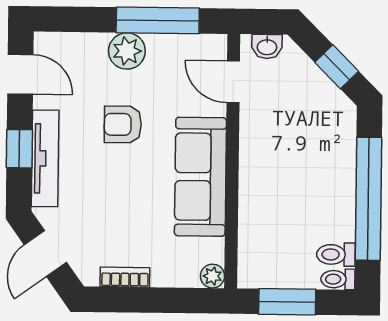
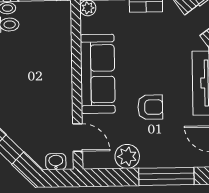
window: (158, 20) -> (166, 176), moved
plant: (127, 51) -> (127, 156), moved

